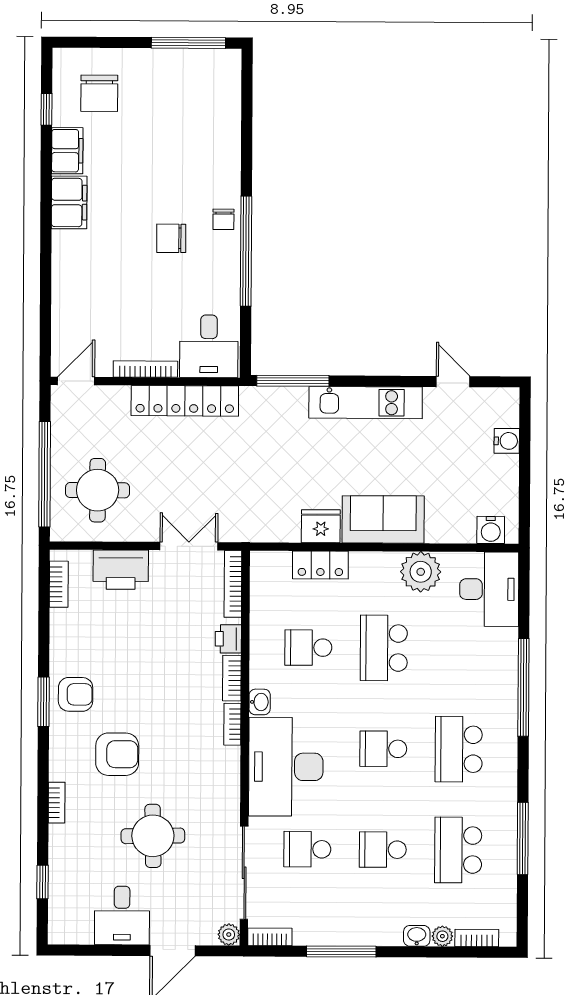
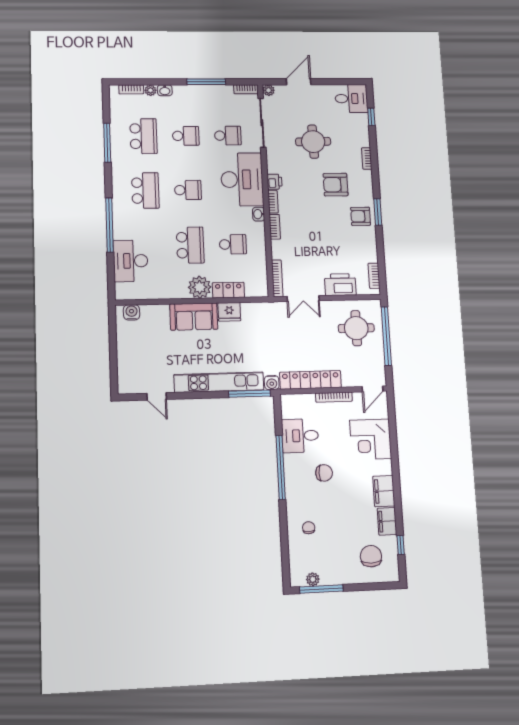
plant: (202, 60) -> (313, 579), added
chair: (223, 219) -> (309, 528), moved
corner desk: (86, 293) -> (371, 439), added
desk: (209, 346) -> (300, 436), moved, turned -90
kitchen unit: (366, 403) -> (219, 382), width x1.36
water cooler: (507, 441) -> (272, 383), moved, turned -90
plant: (421, 572) -> (200, 287), moved
desk: (489, 589) -> (131, 261), moved
printer: (228, 639) -> (274, 182), moved
desk: (122, 915) -> (351, 99), moved, turned 90

